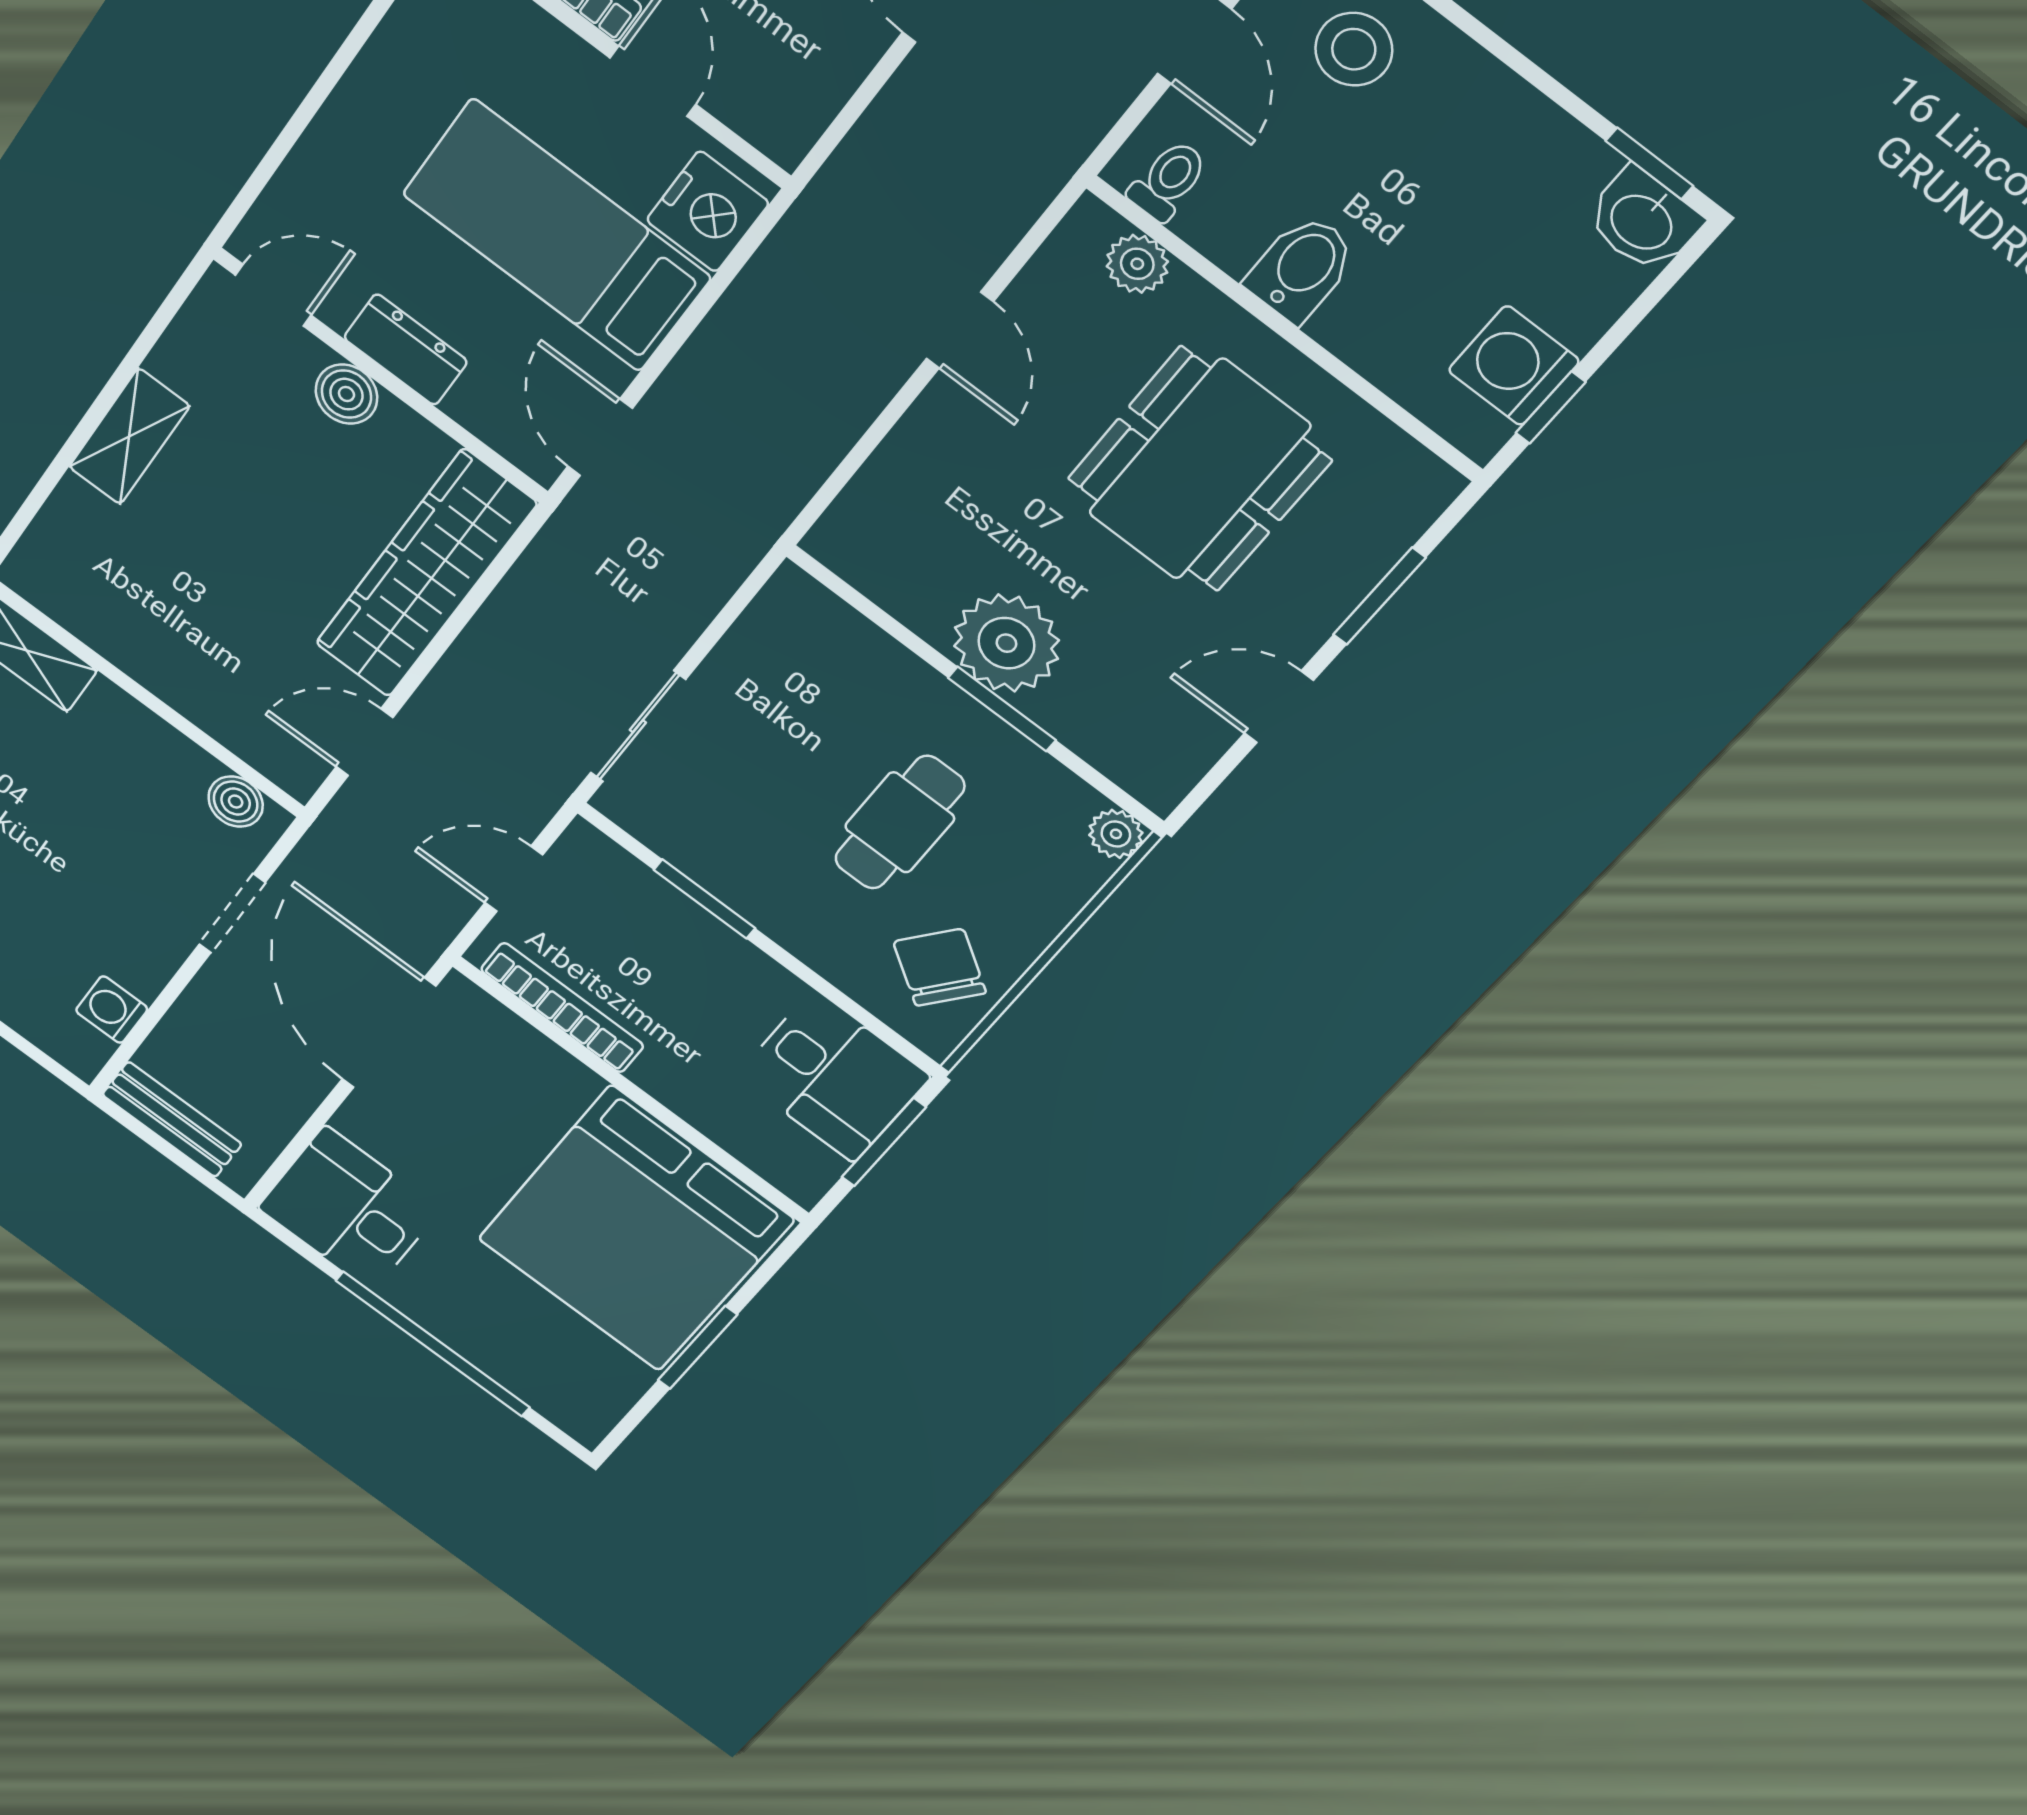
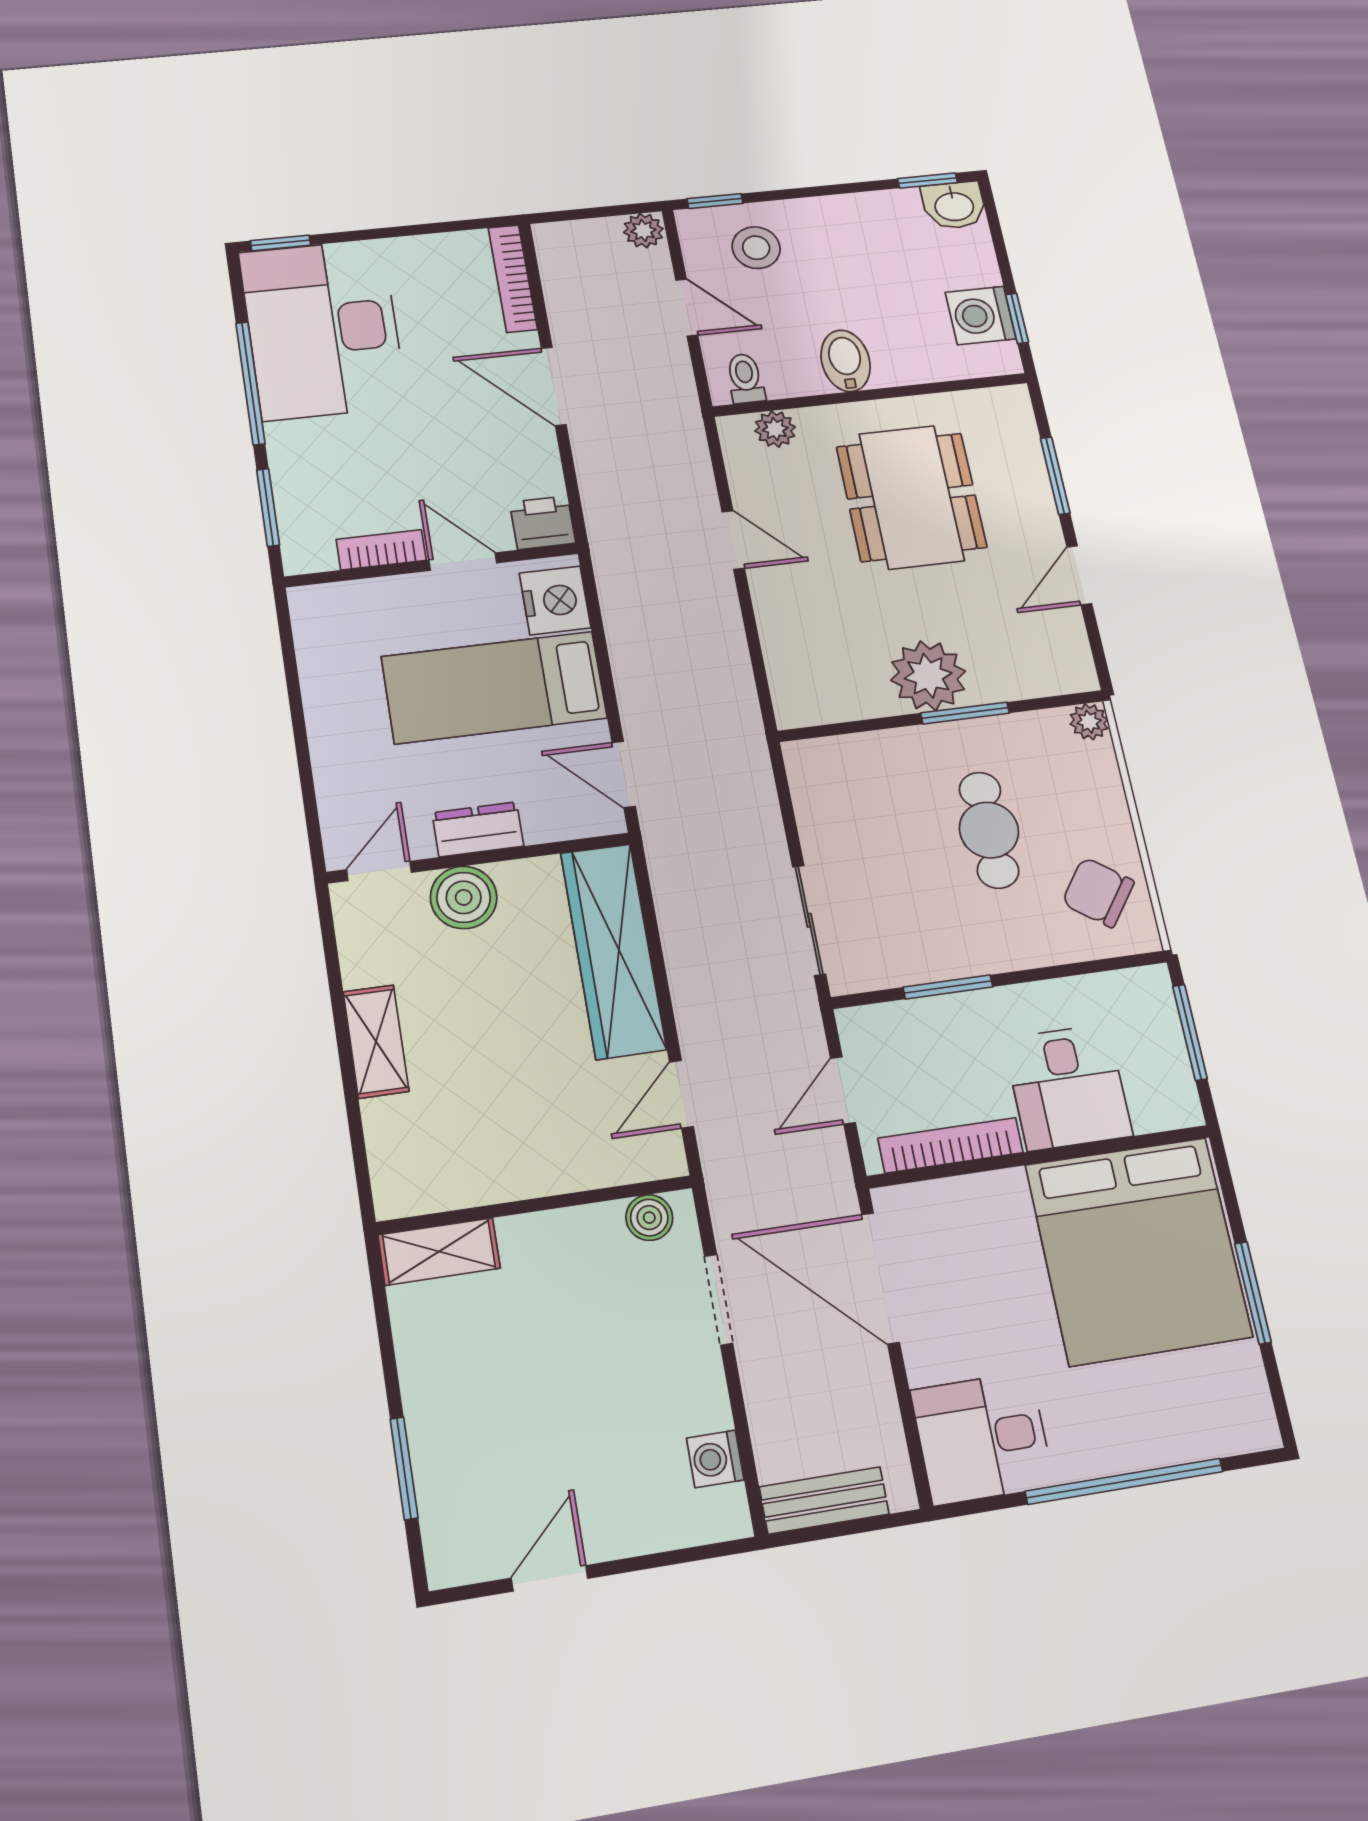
printer: (779, 121) -> (543, 523), added
boiler: (346, 394) -> (464, 897), width x1.36, depth x1.36
desk: (833, 1076) -> (1068, 1087), moved, turned 90

